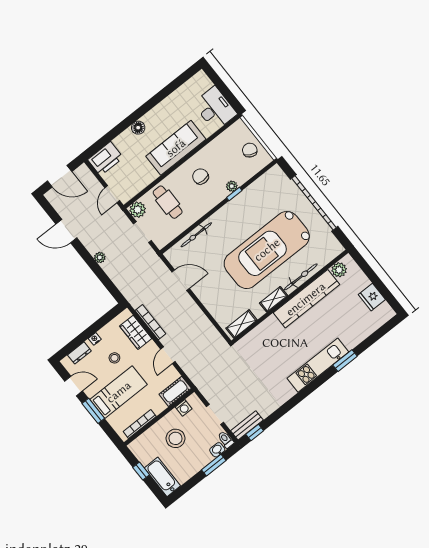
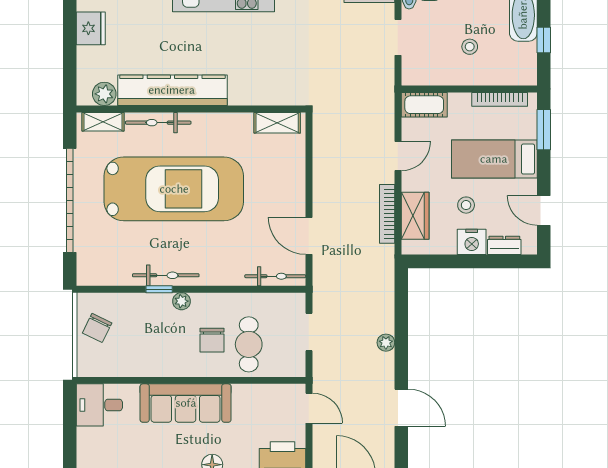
desk: (215, 109) -> (99, 405), width x0.73
chair: (201, 176) -> (212, 340), moved
plant: (232, 186) -> (181, 301), moved
door: (112, 194) -> (309, 408), hinge flipped
bicycle: (236, 204) -> (166, 275), added
plant: (138, 210) -> (293, 364), removed
bicycle: (196, 235) -> (275, 276), moved
shelving: (274, 299) -> (103, 122), moved
nightstand: (95, 339) -> (472, 242), width x1.89, depth x1.79
washing machine: (184, 408) -> (430, 76), removed
window: (93, 411) -> (544, 130), moved
stool: (175, 438) -> (470, 47), width x0.53, depth x0.53

